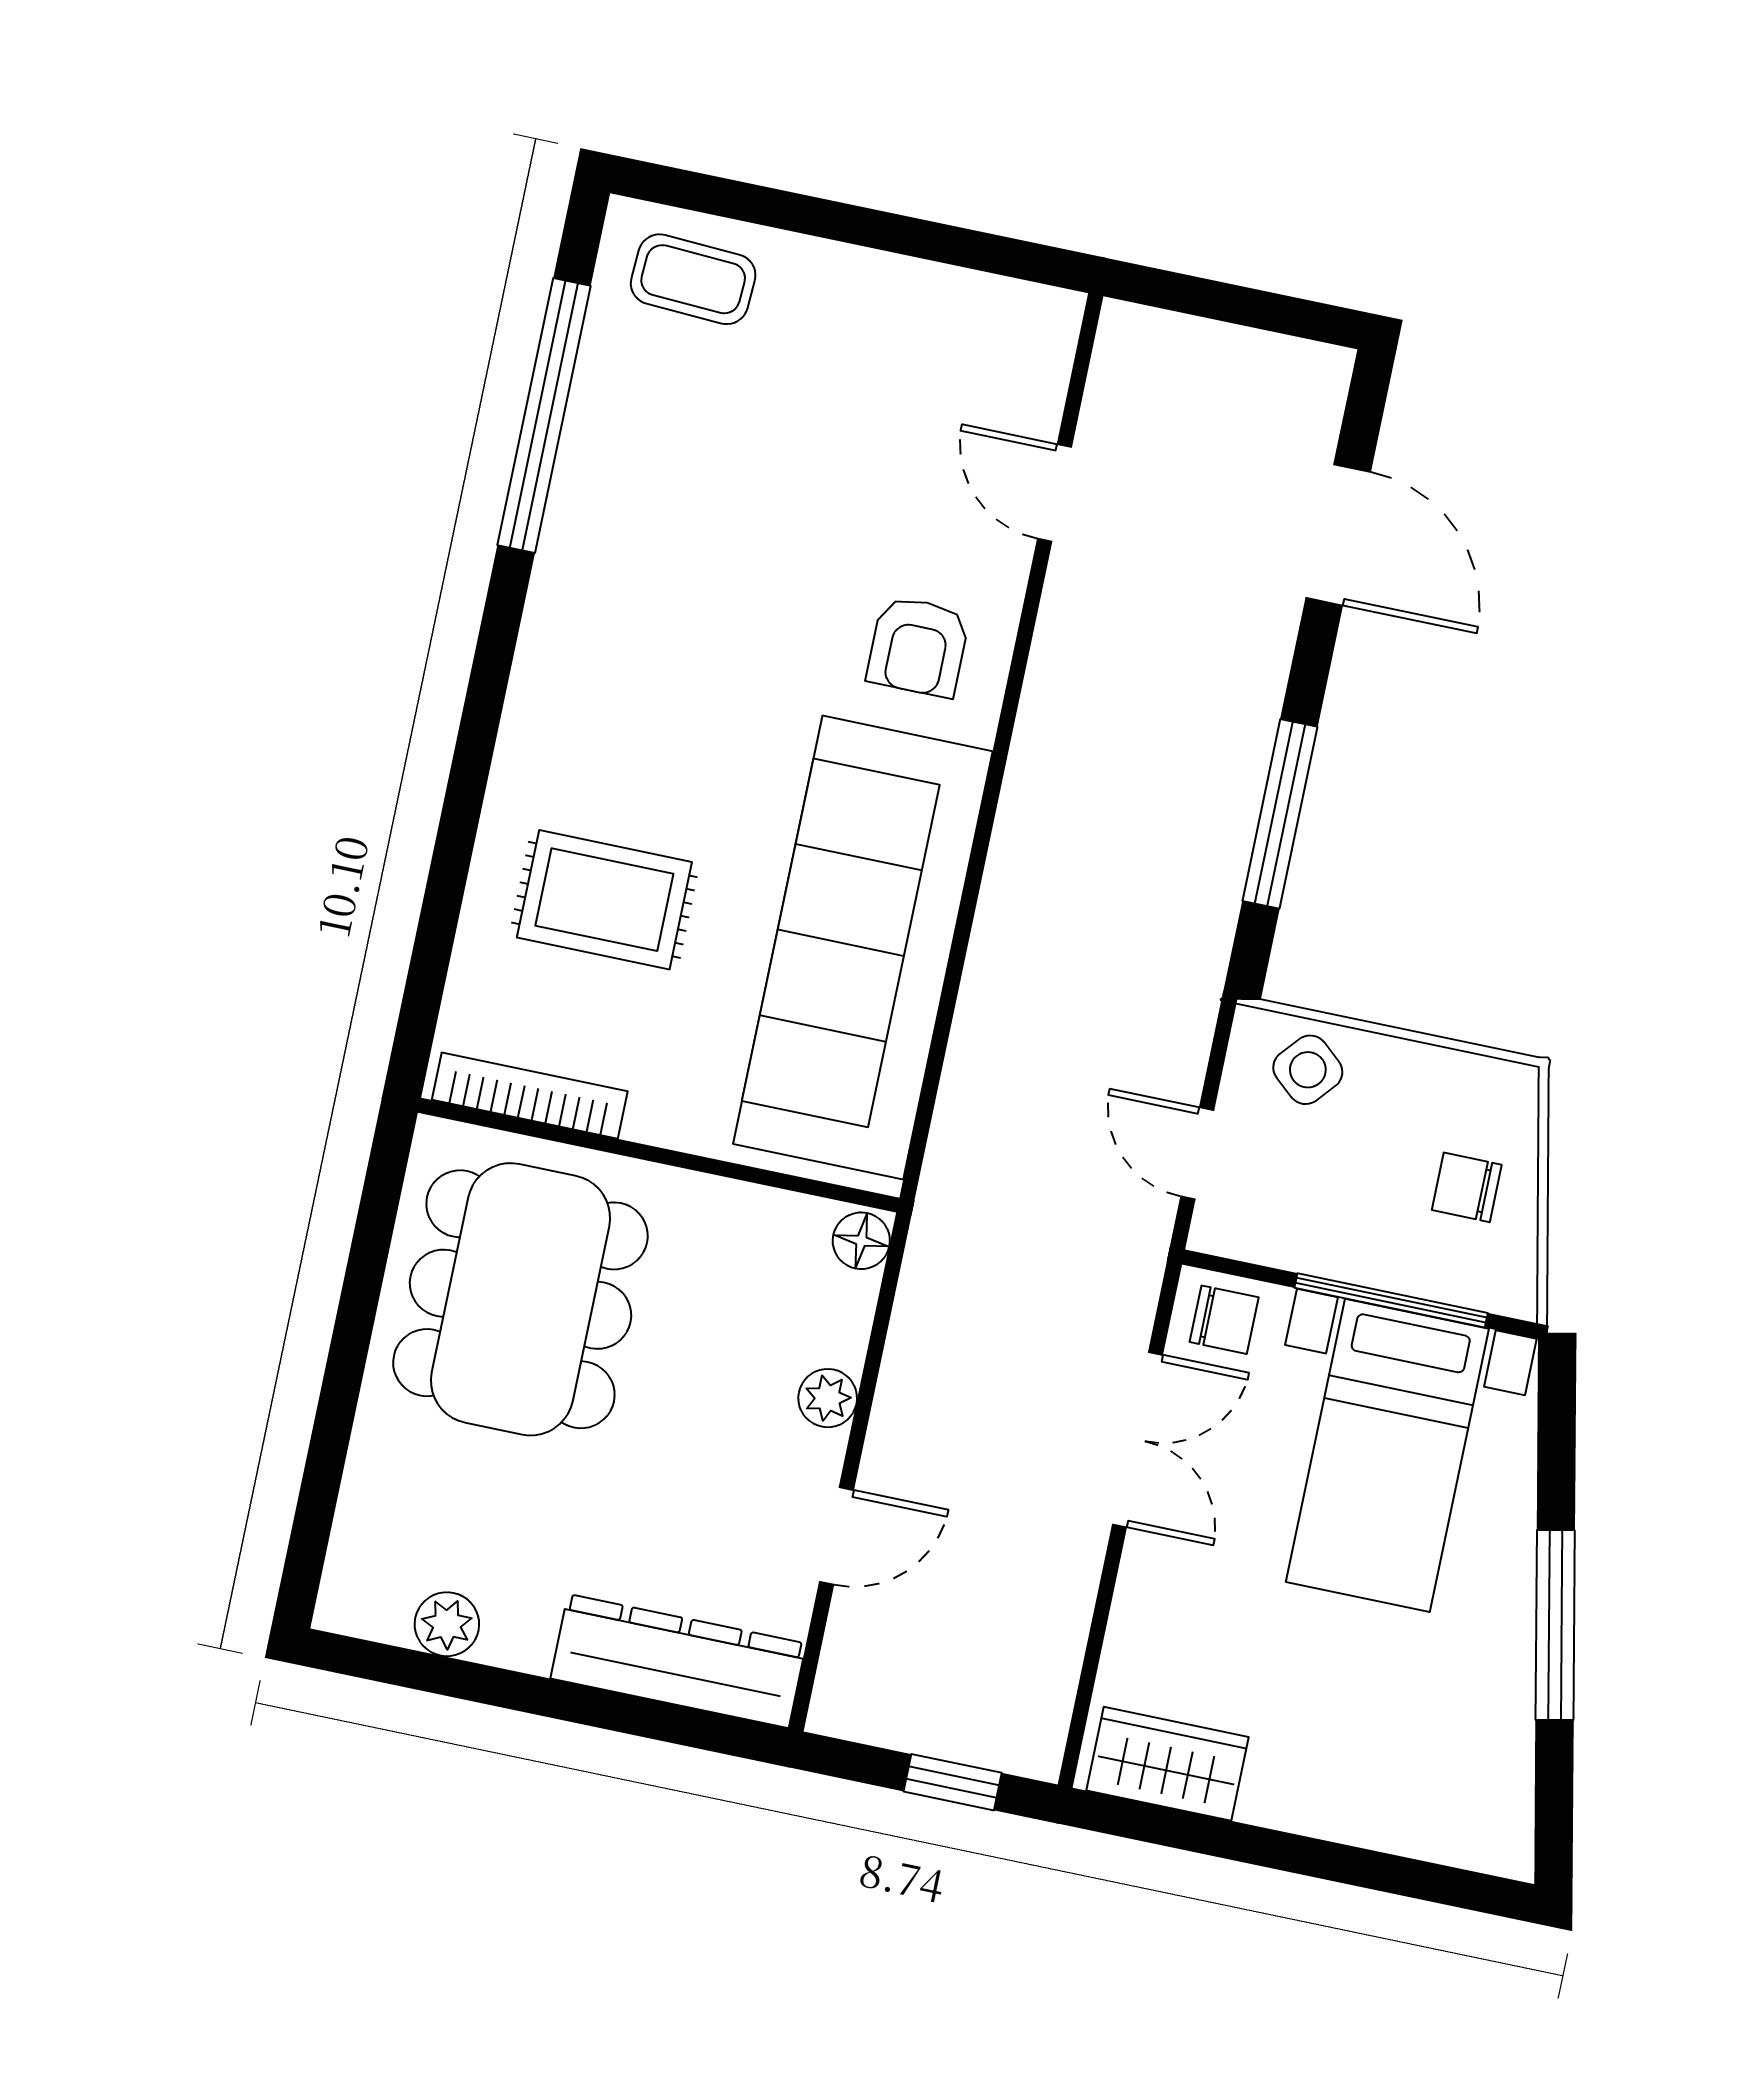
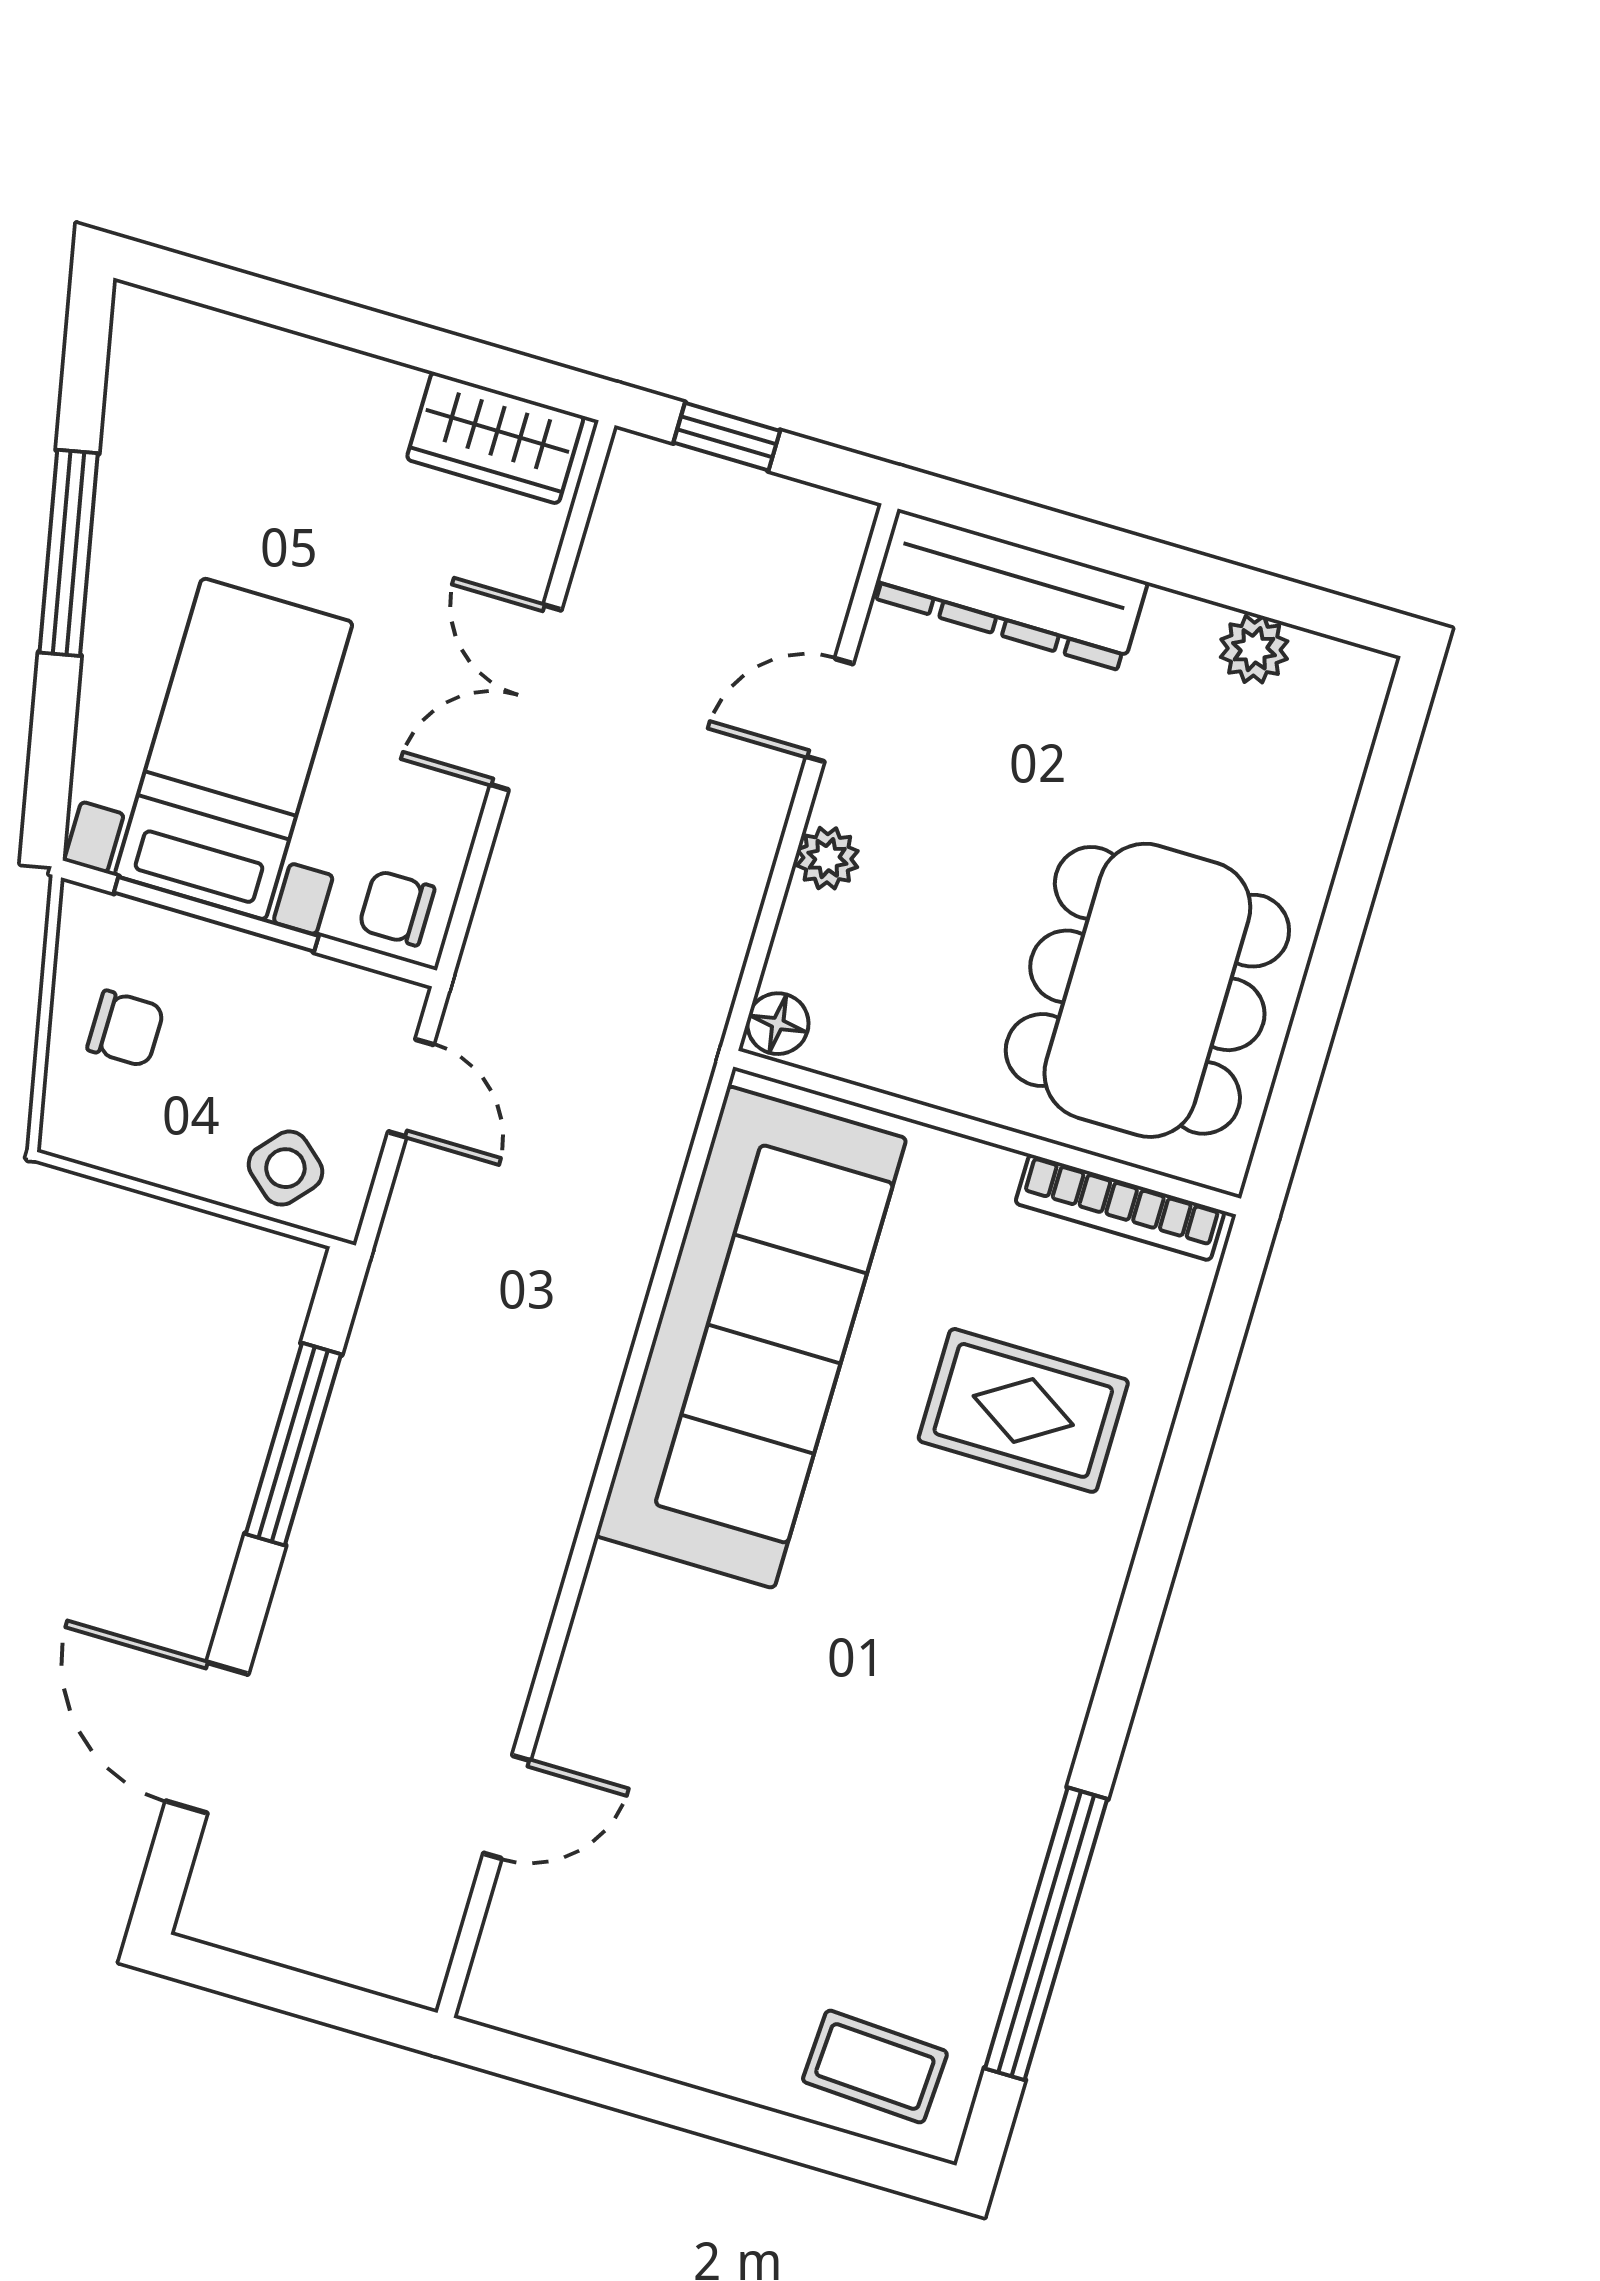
door: (1054, 493) -> (507, 1807), hinge flipped
armchair: (918, 646) -> (666, 1654), removed
double door: (1137, 1440) -> (526, 697), moved

